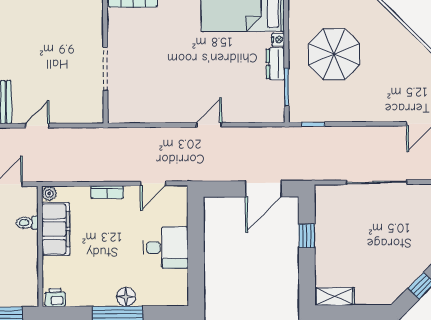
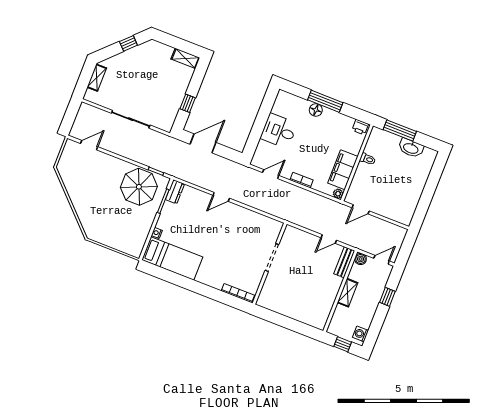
parasol: (334, 54) -> (139, 187), moved
dresser: (275, 64) -> (175, 192), moved
toilet: (27, 223) -> (368, 159), moved

